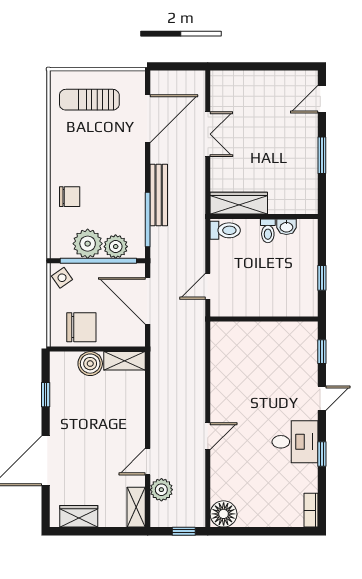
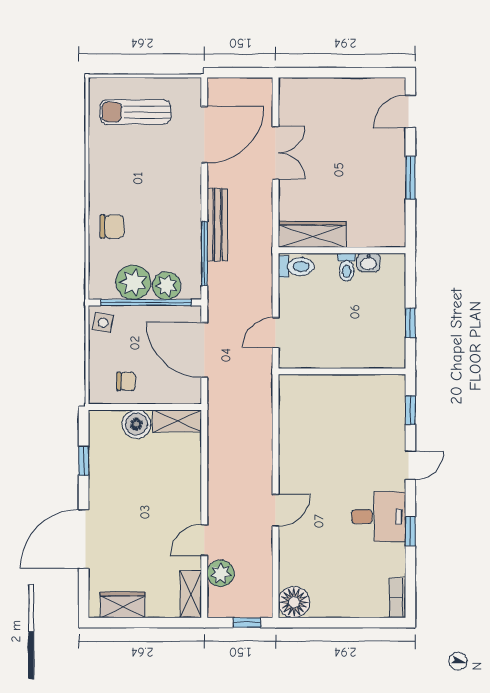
side table: (62, 278) -> (103, 323), turned 45
chair: (81, 327) -> (126, 381), width x0.54, depth x0.54

